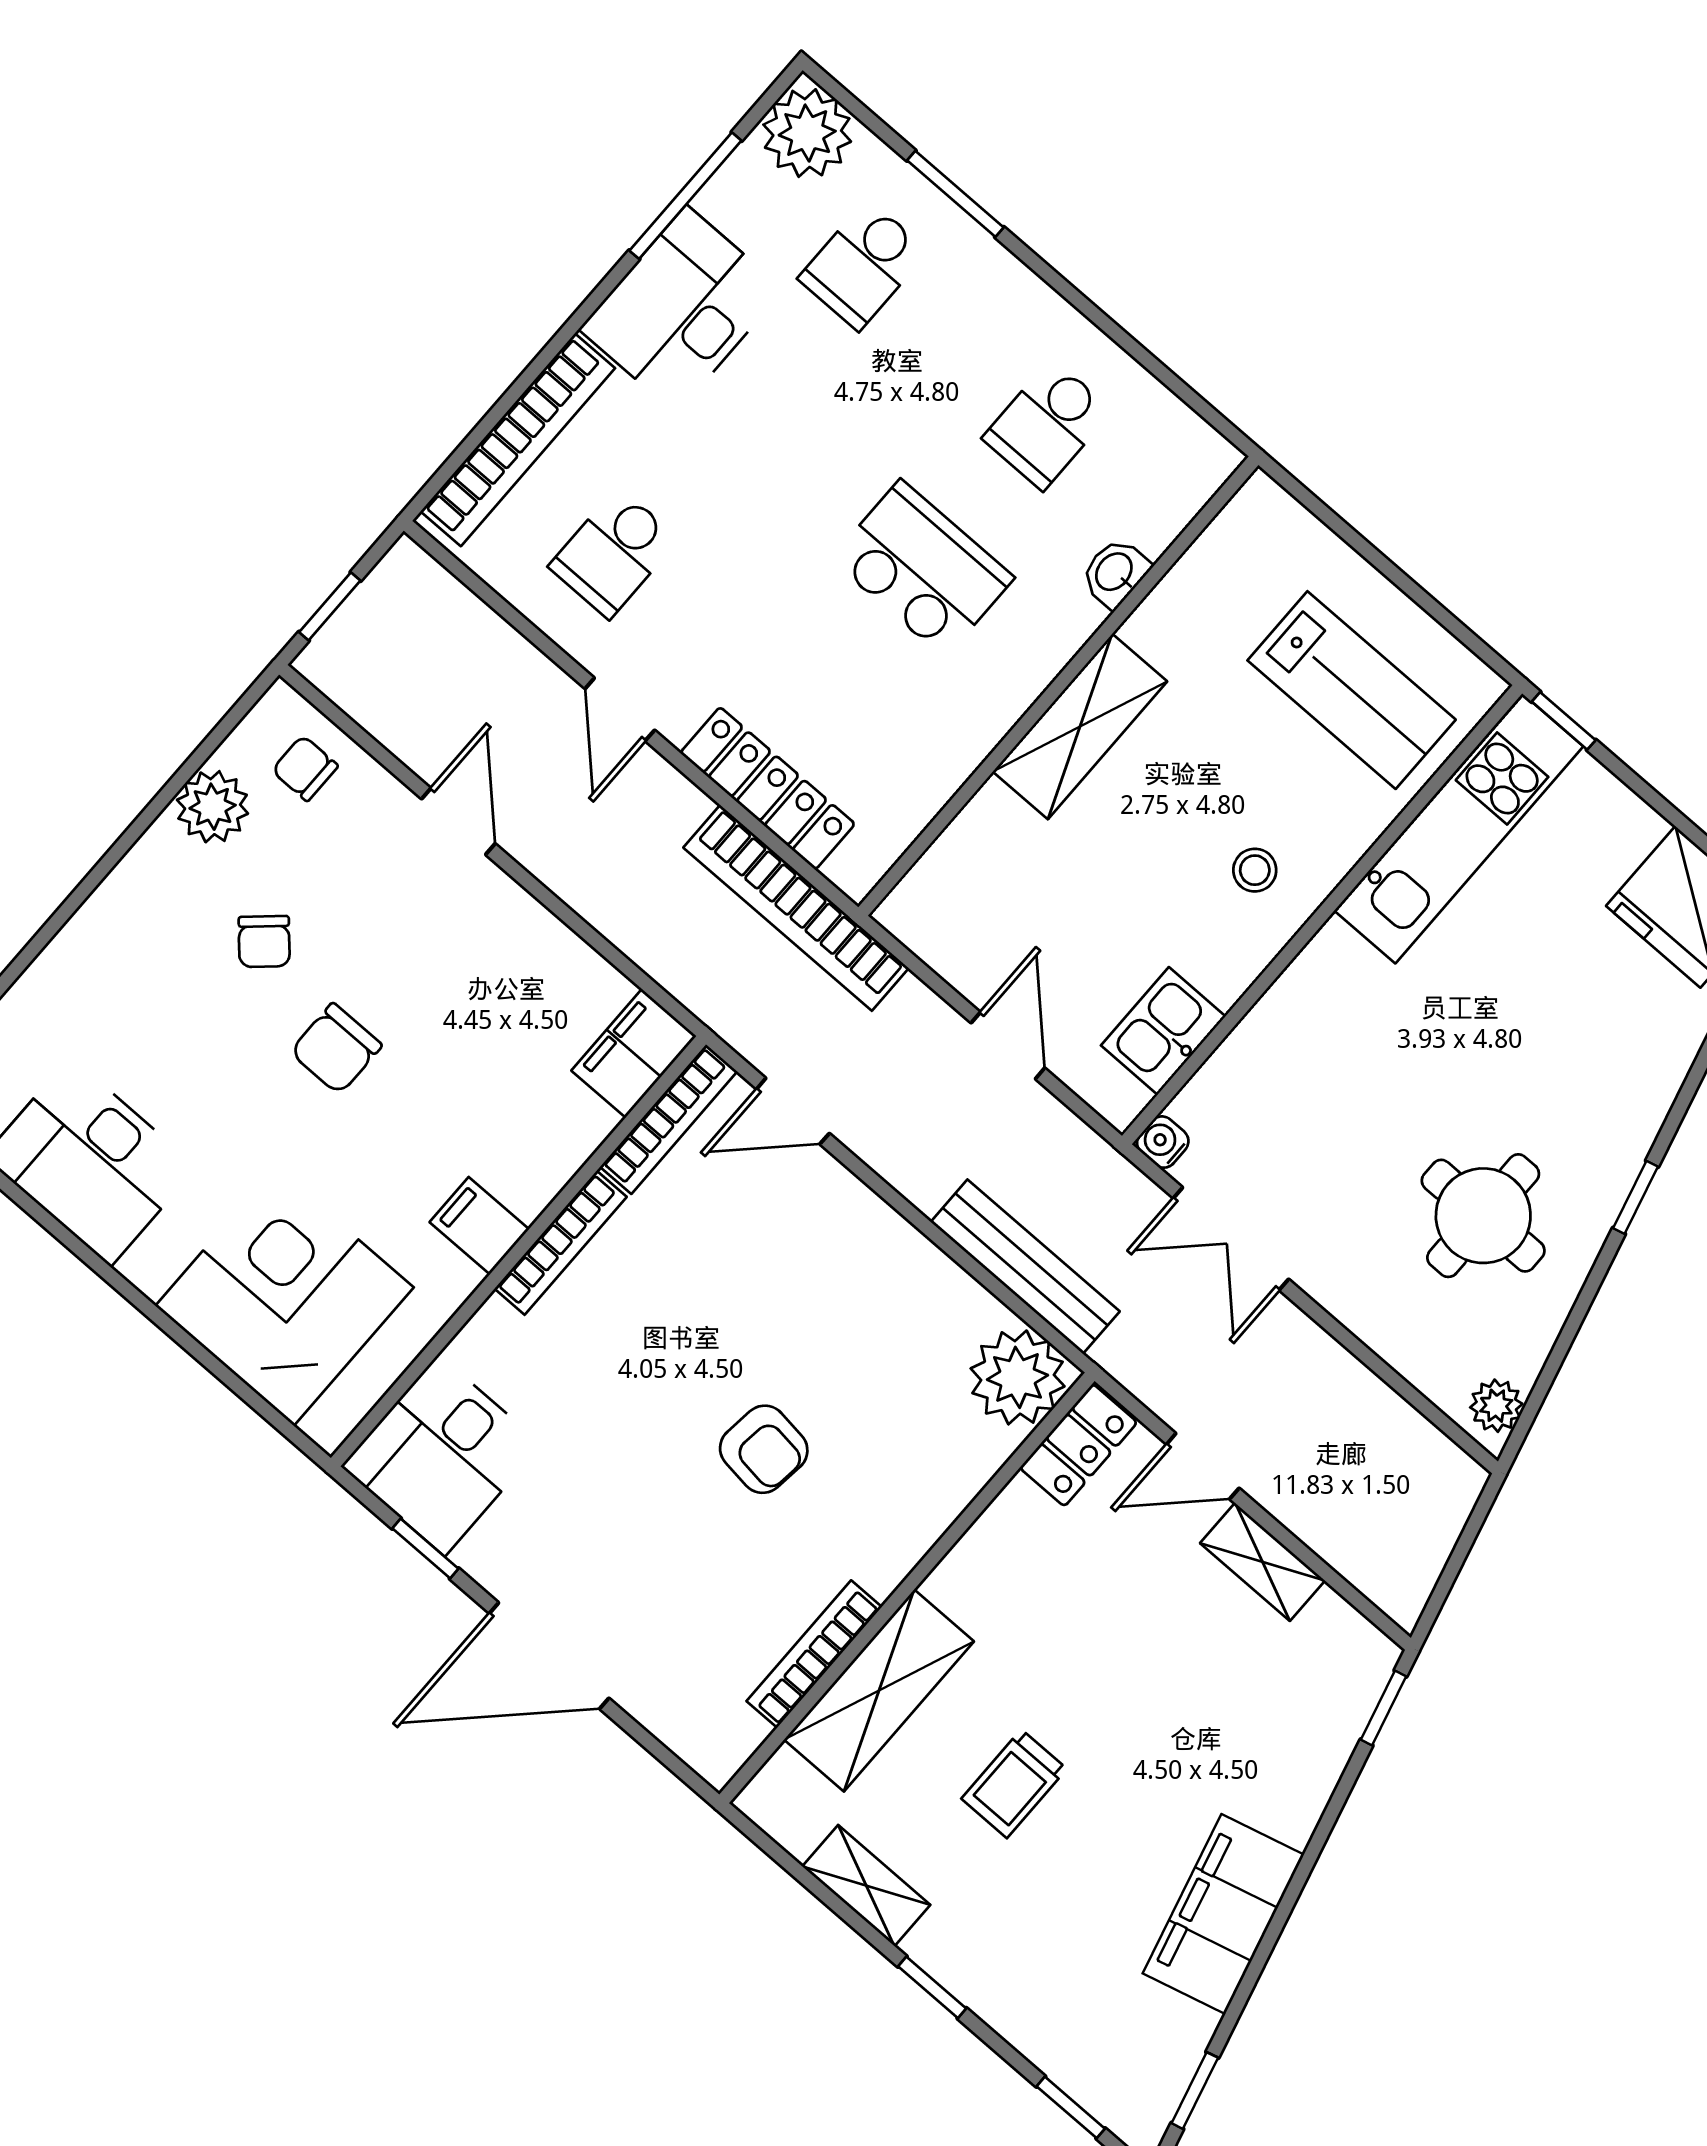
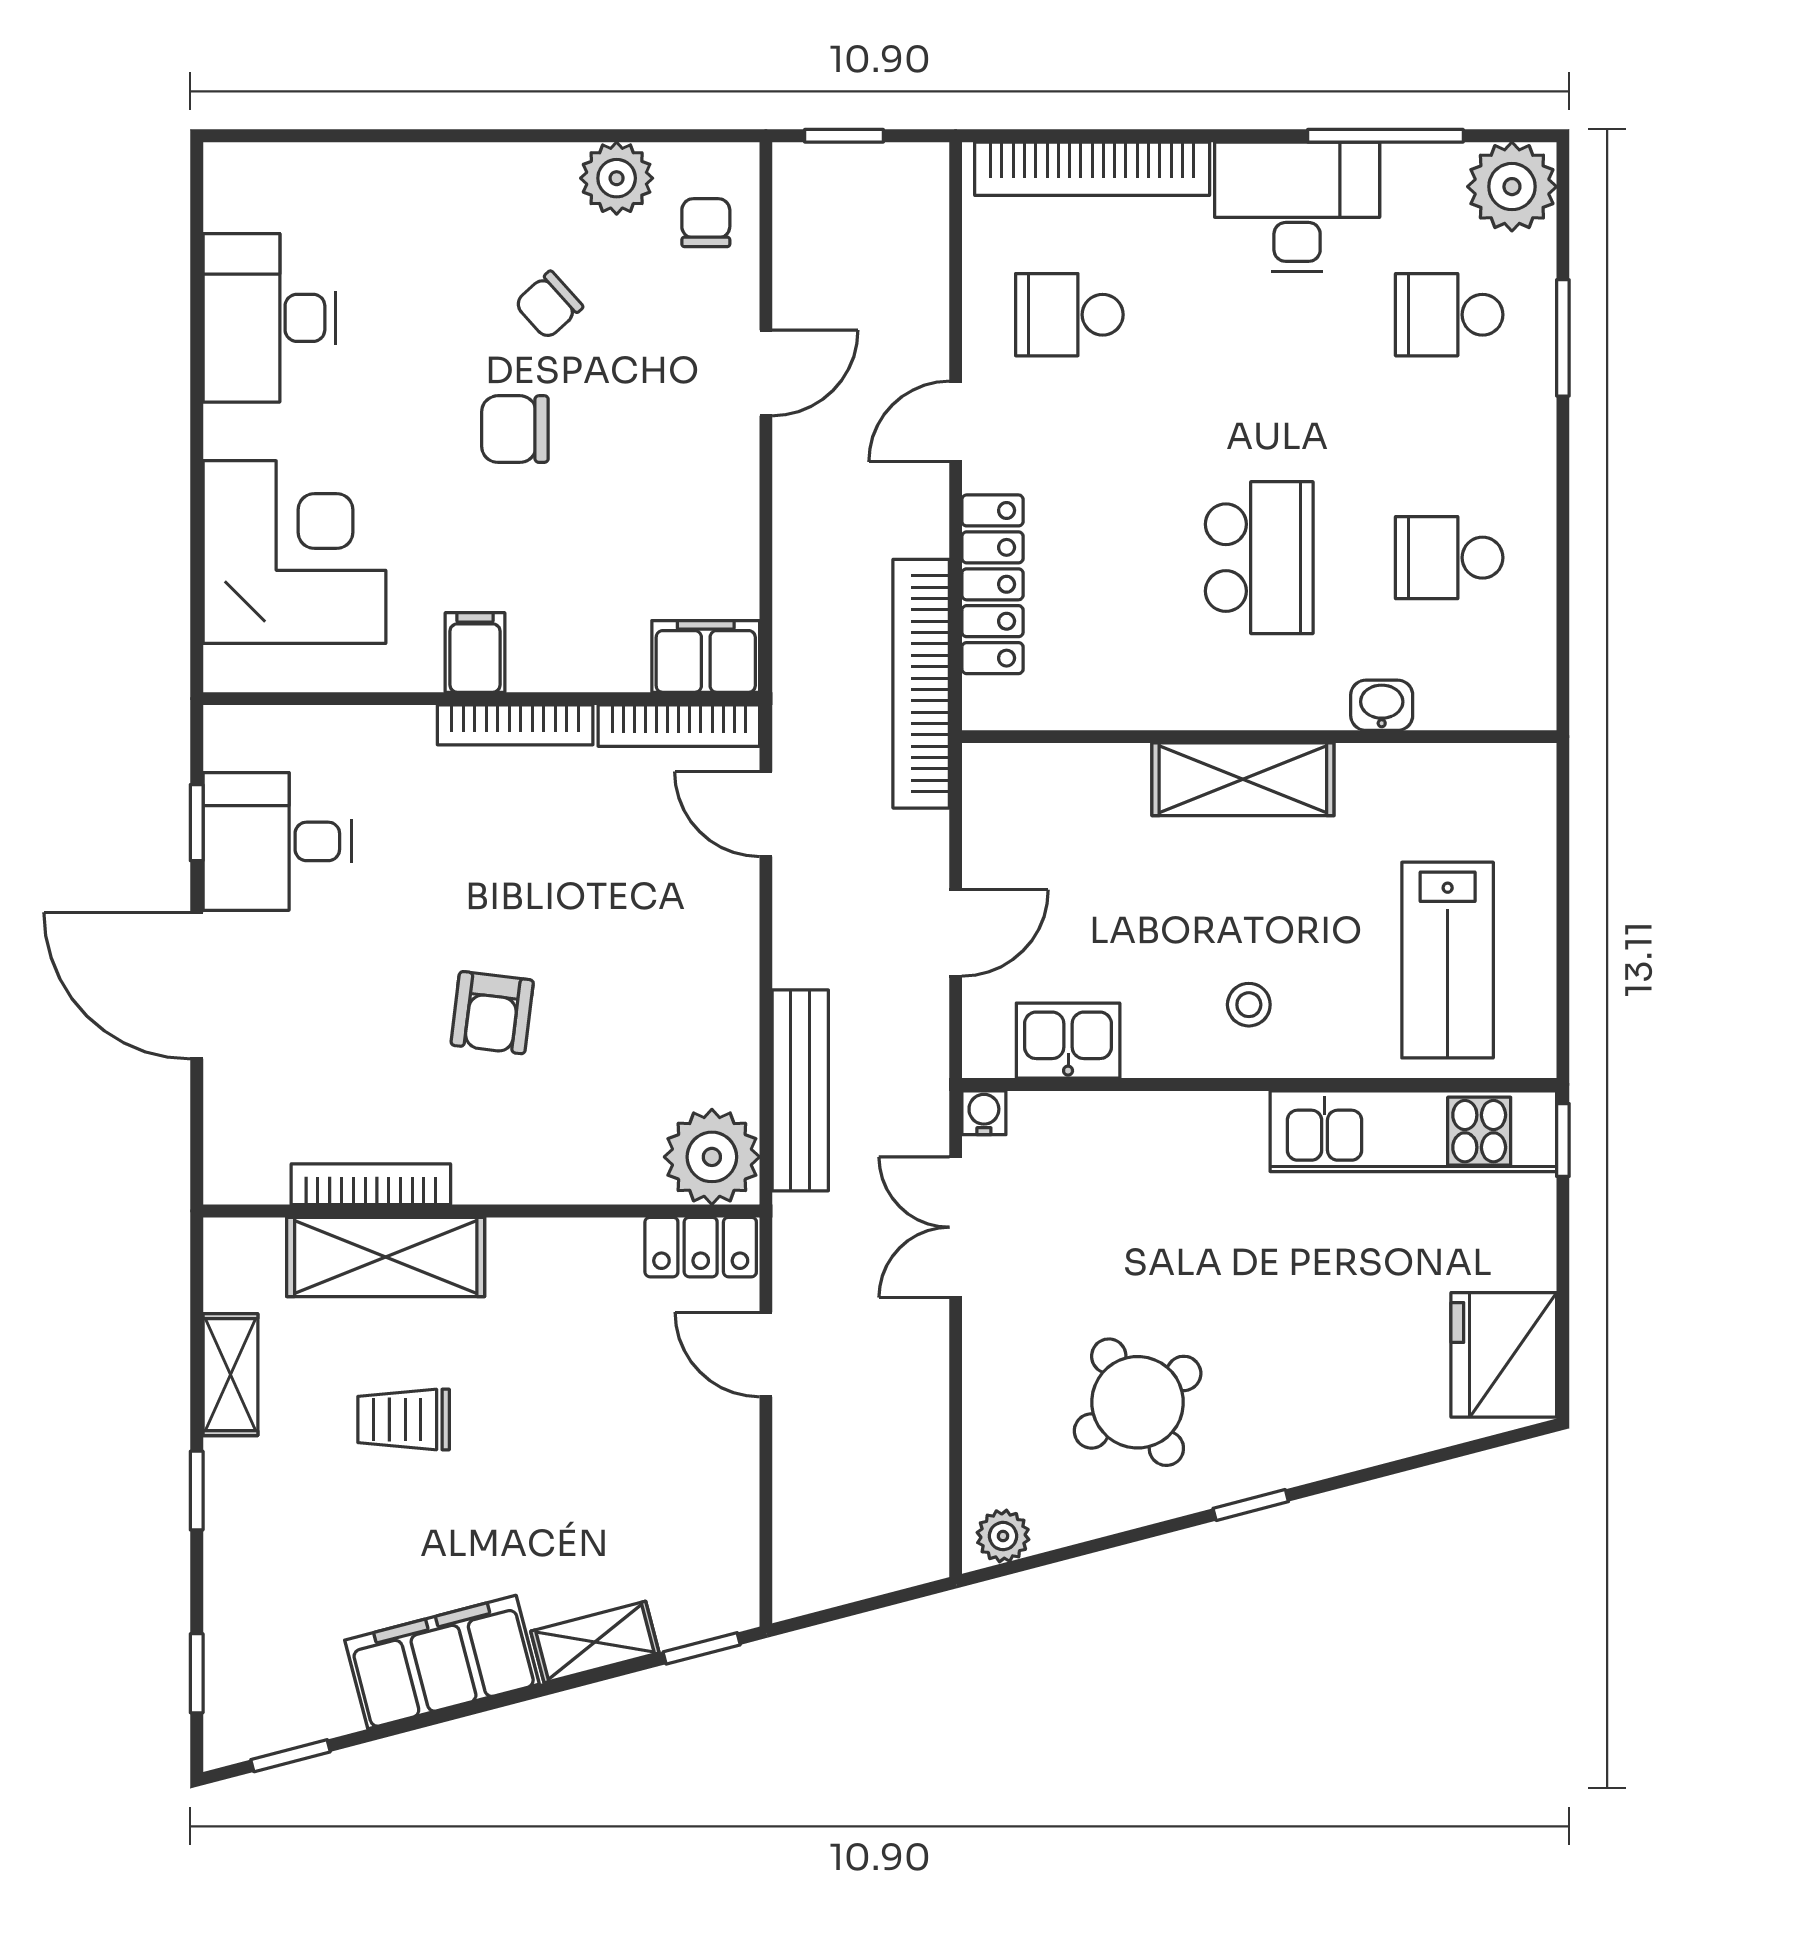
round table: (1483, 1216) -> (1138, 1402), turned -32
desk: (441, 1455) -> (277, 841), moved
shelving: (1263, 1562) -> (595, 1642), moved, turned 75

